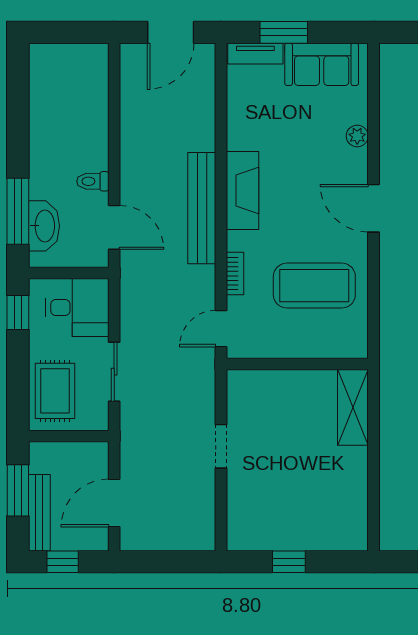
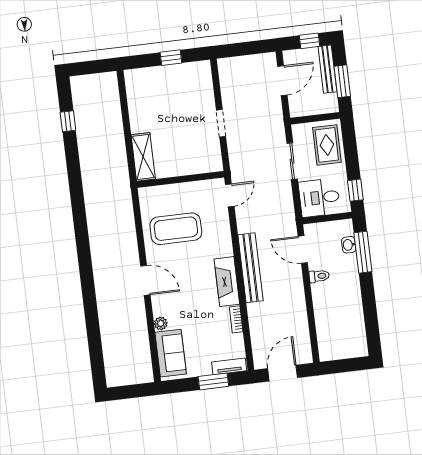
sofa: (322, 64) -> (171, 353), moved, turned 90
washbasin: (44, 226) -> (349, 245), width x0.52, depth x0.69
bookcase: (235, 273) -> (236, 319), moved

